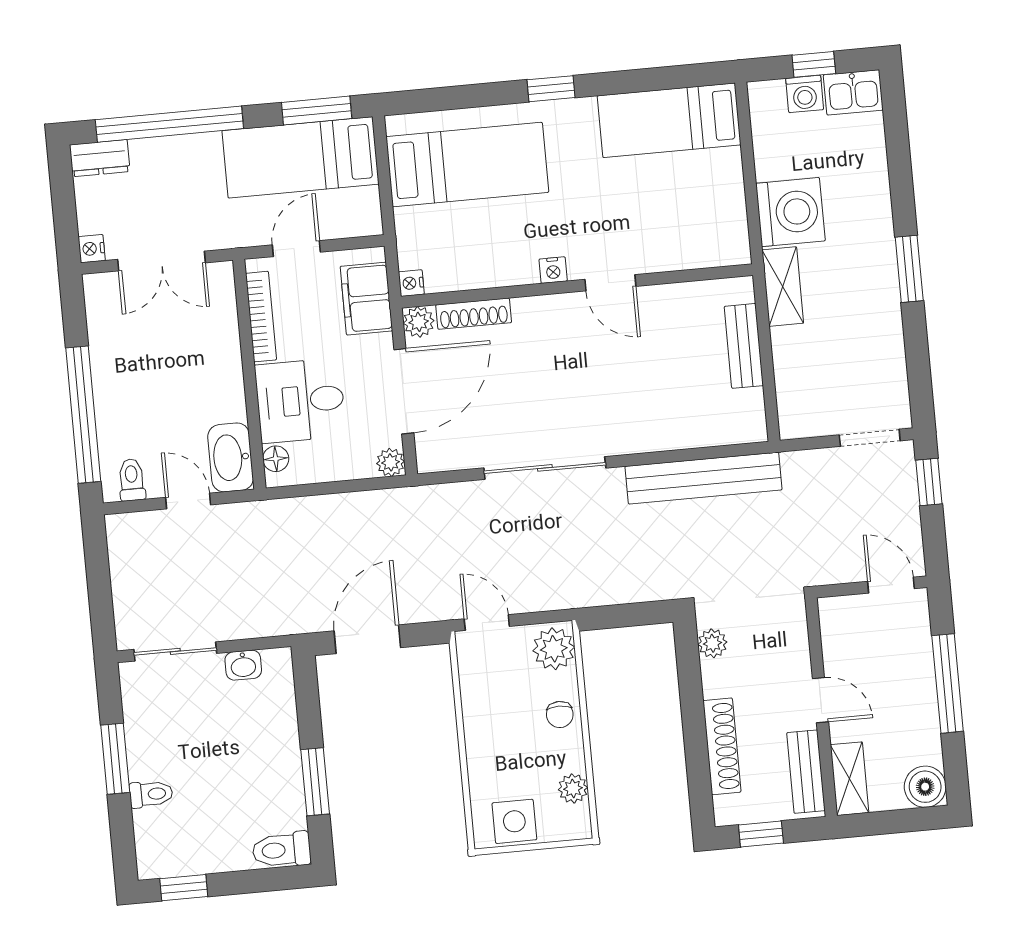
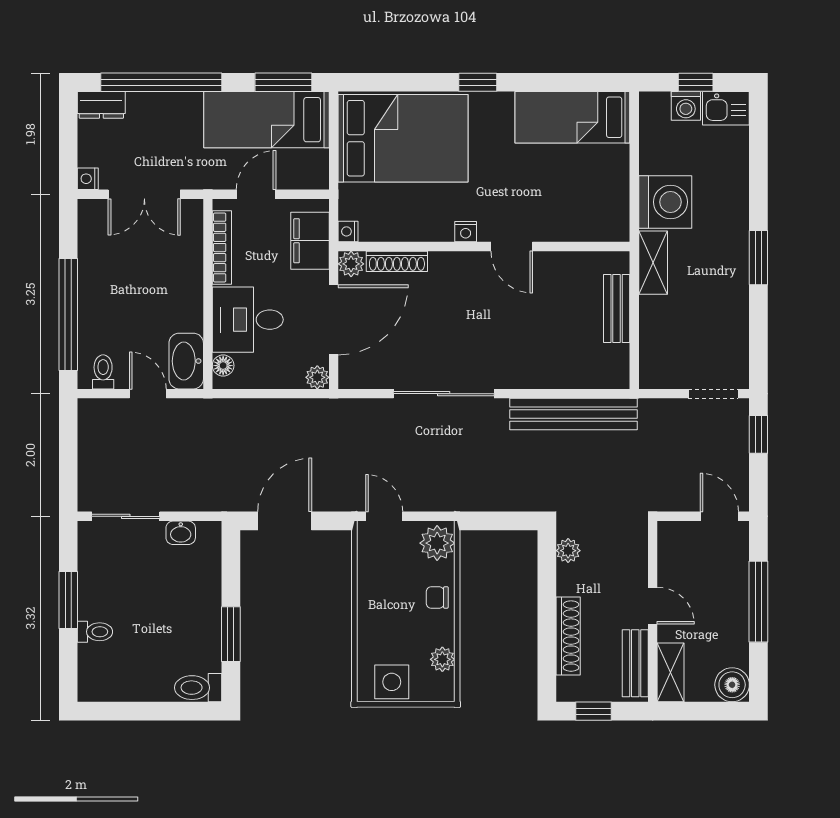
bed: (467, 165) -> (403, 138), width x1.50
chair: (560, 714) -> (437, 597), turned 90
window: (184, 888) -> (115, 711), removed

